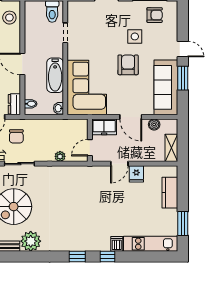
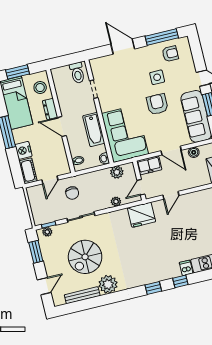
dresser: (14, 104) -> (50, 109), moved
plant: (68, 126) -> (117, 172), added
fridge: (136, 174) -> (141, 215), moved, width x1.88, depth x1.34

